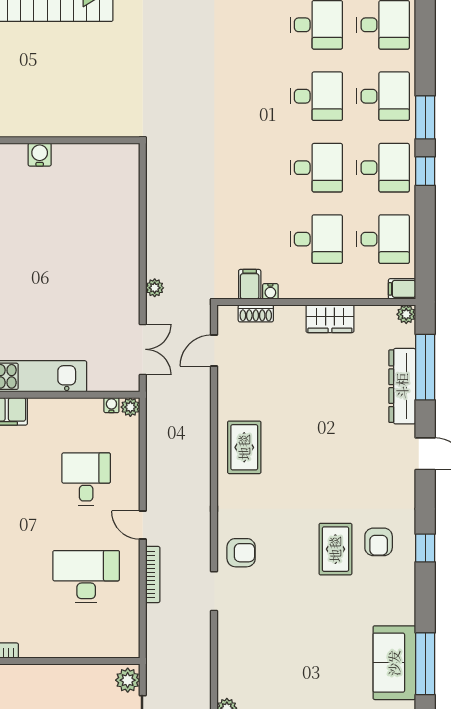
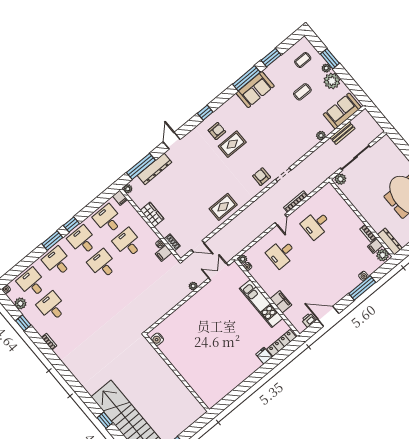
desk: (316, 96) -> (77, 285), removed
water cooler: (40, 155) -> (157, 339), moved
desk: (86, 577) -> (316, 225), width x0.73

